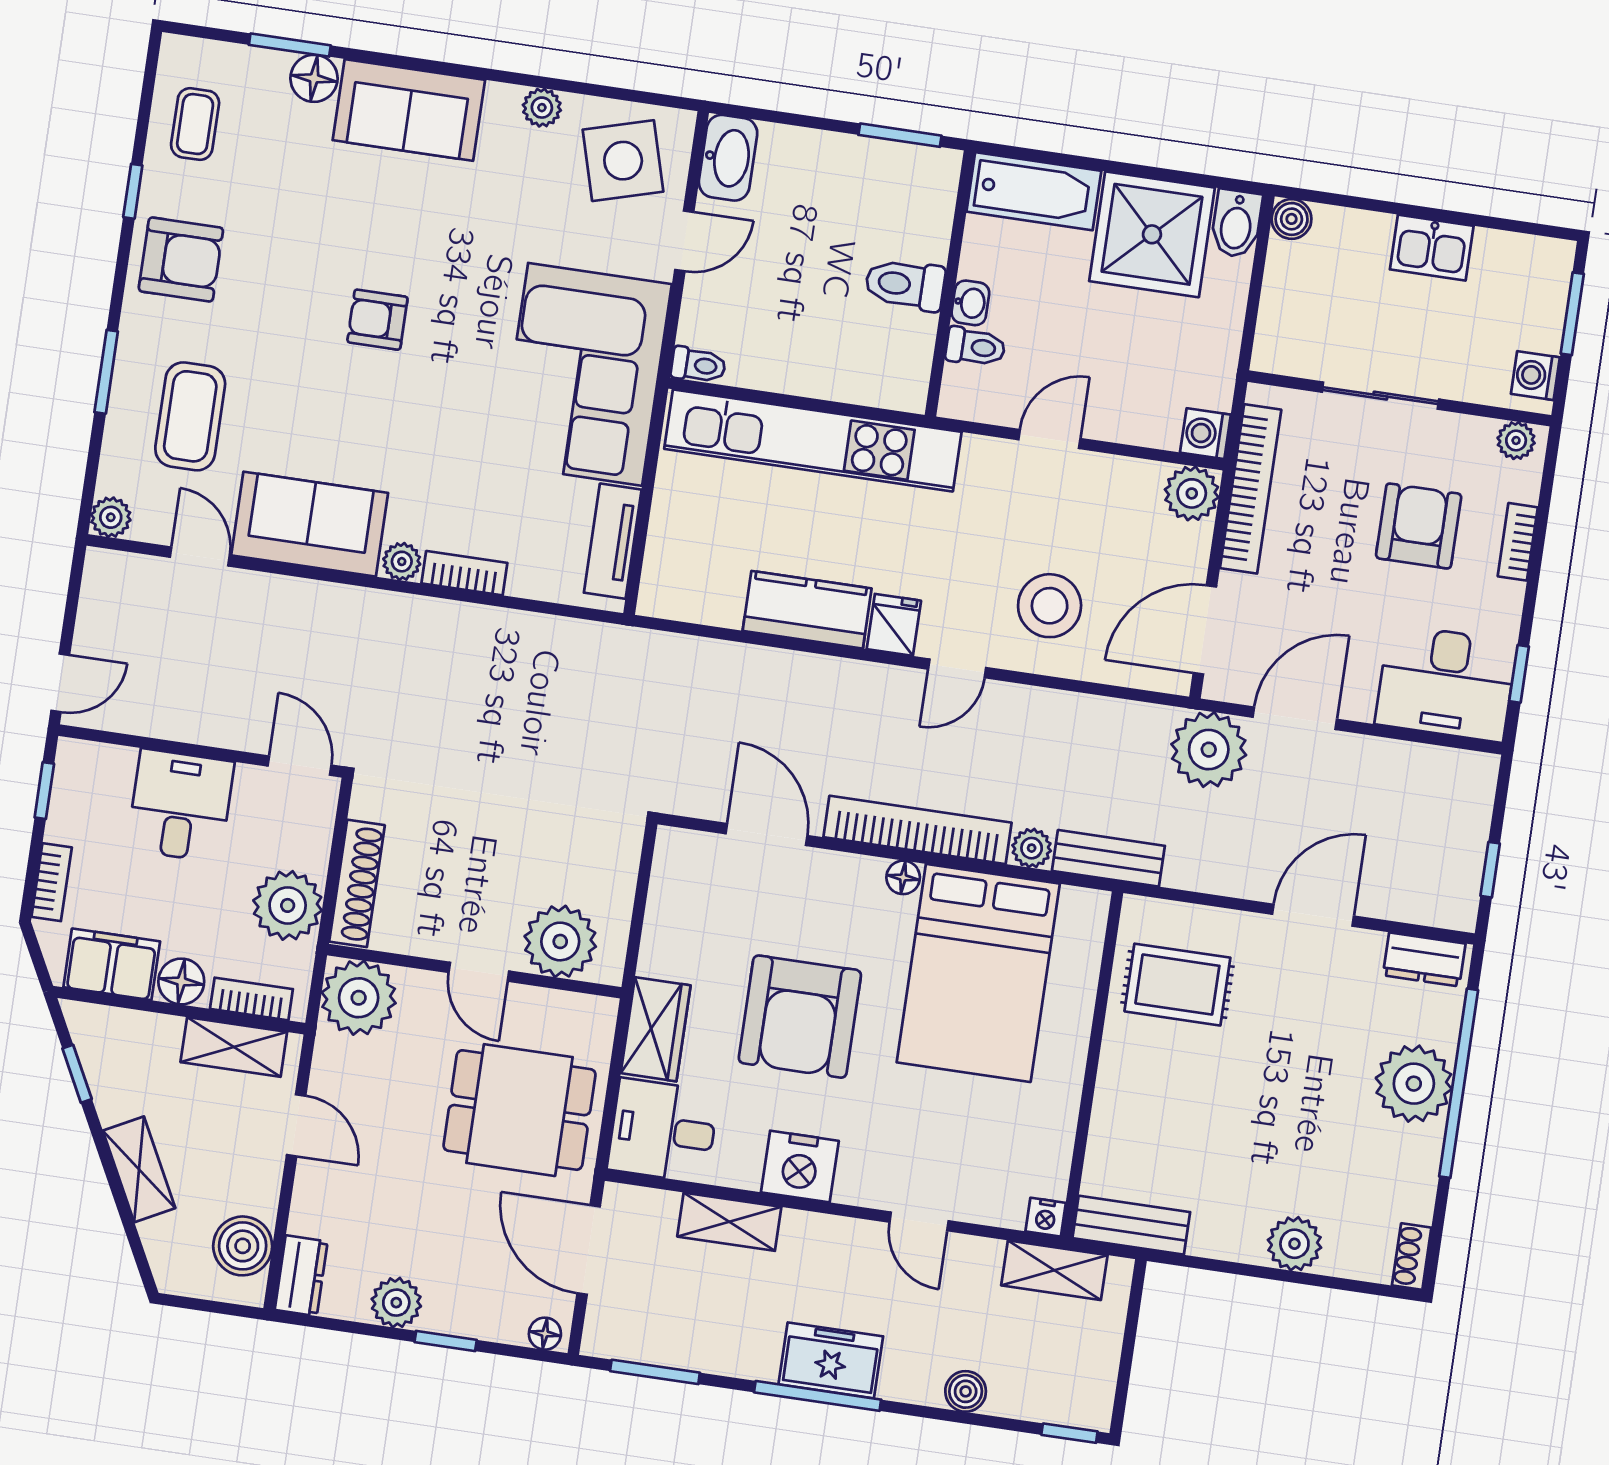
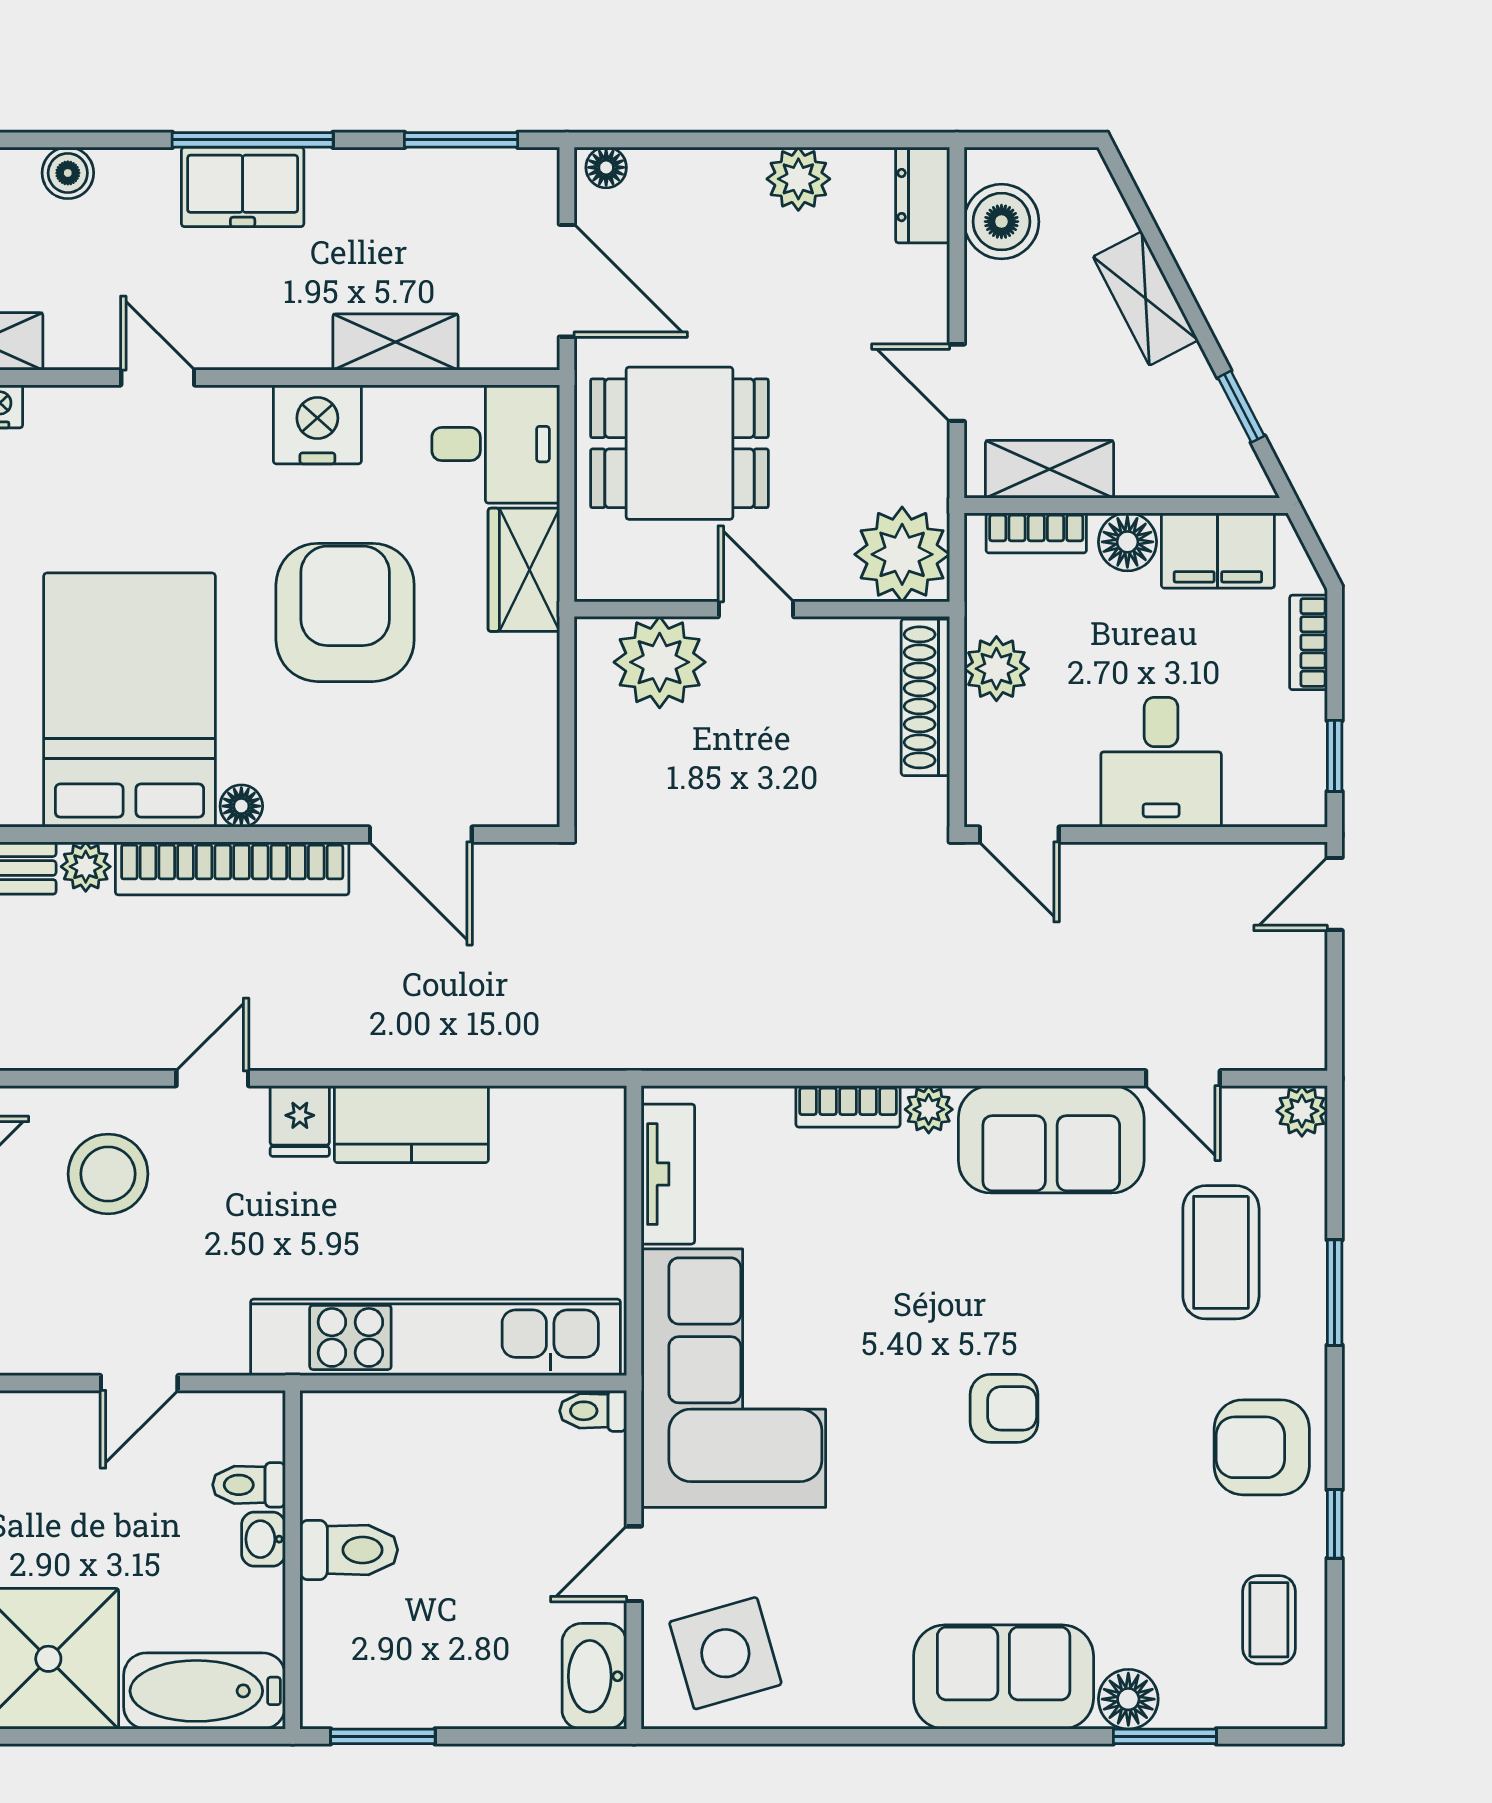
plant: (542, 108) -> (837, 1705), removed
plant: (288, 905) -> (996, 669), width x0.73, depth x0.73
window: (446, 1341) -> (729, 140), removed

